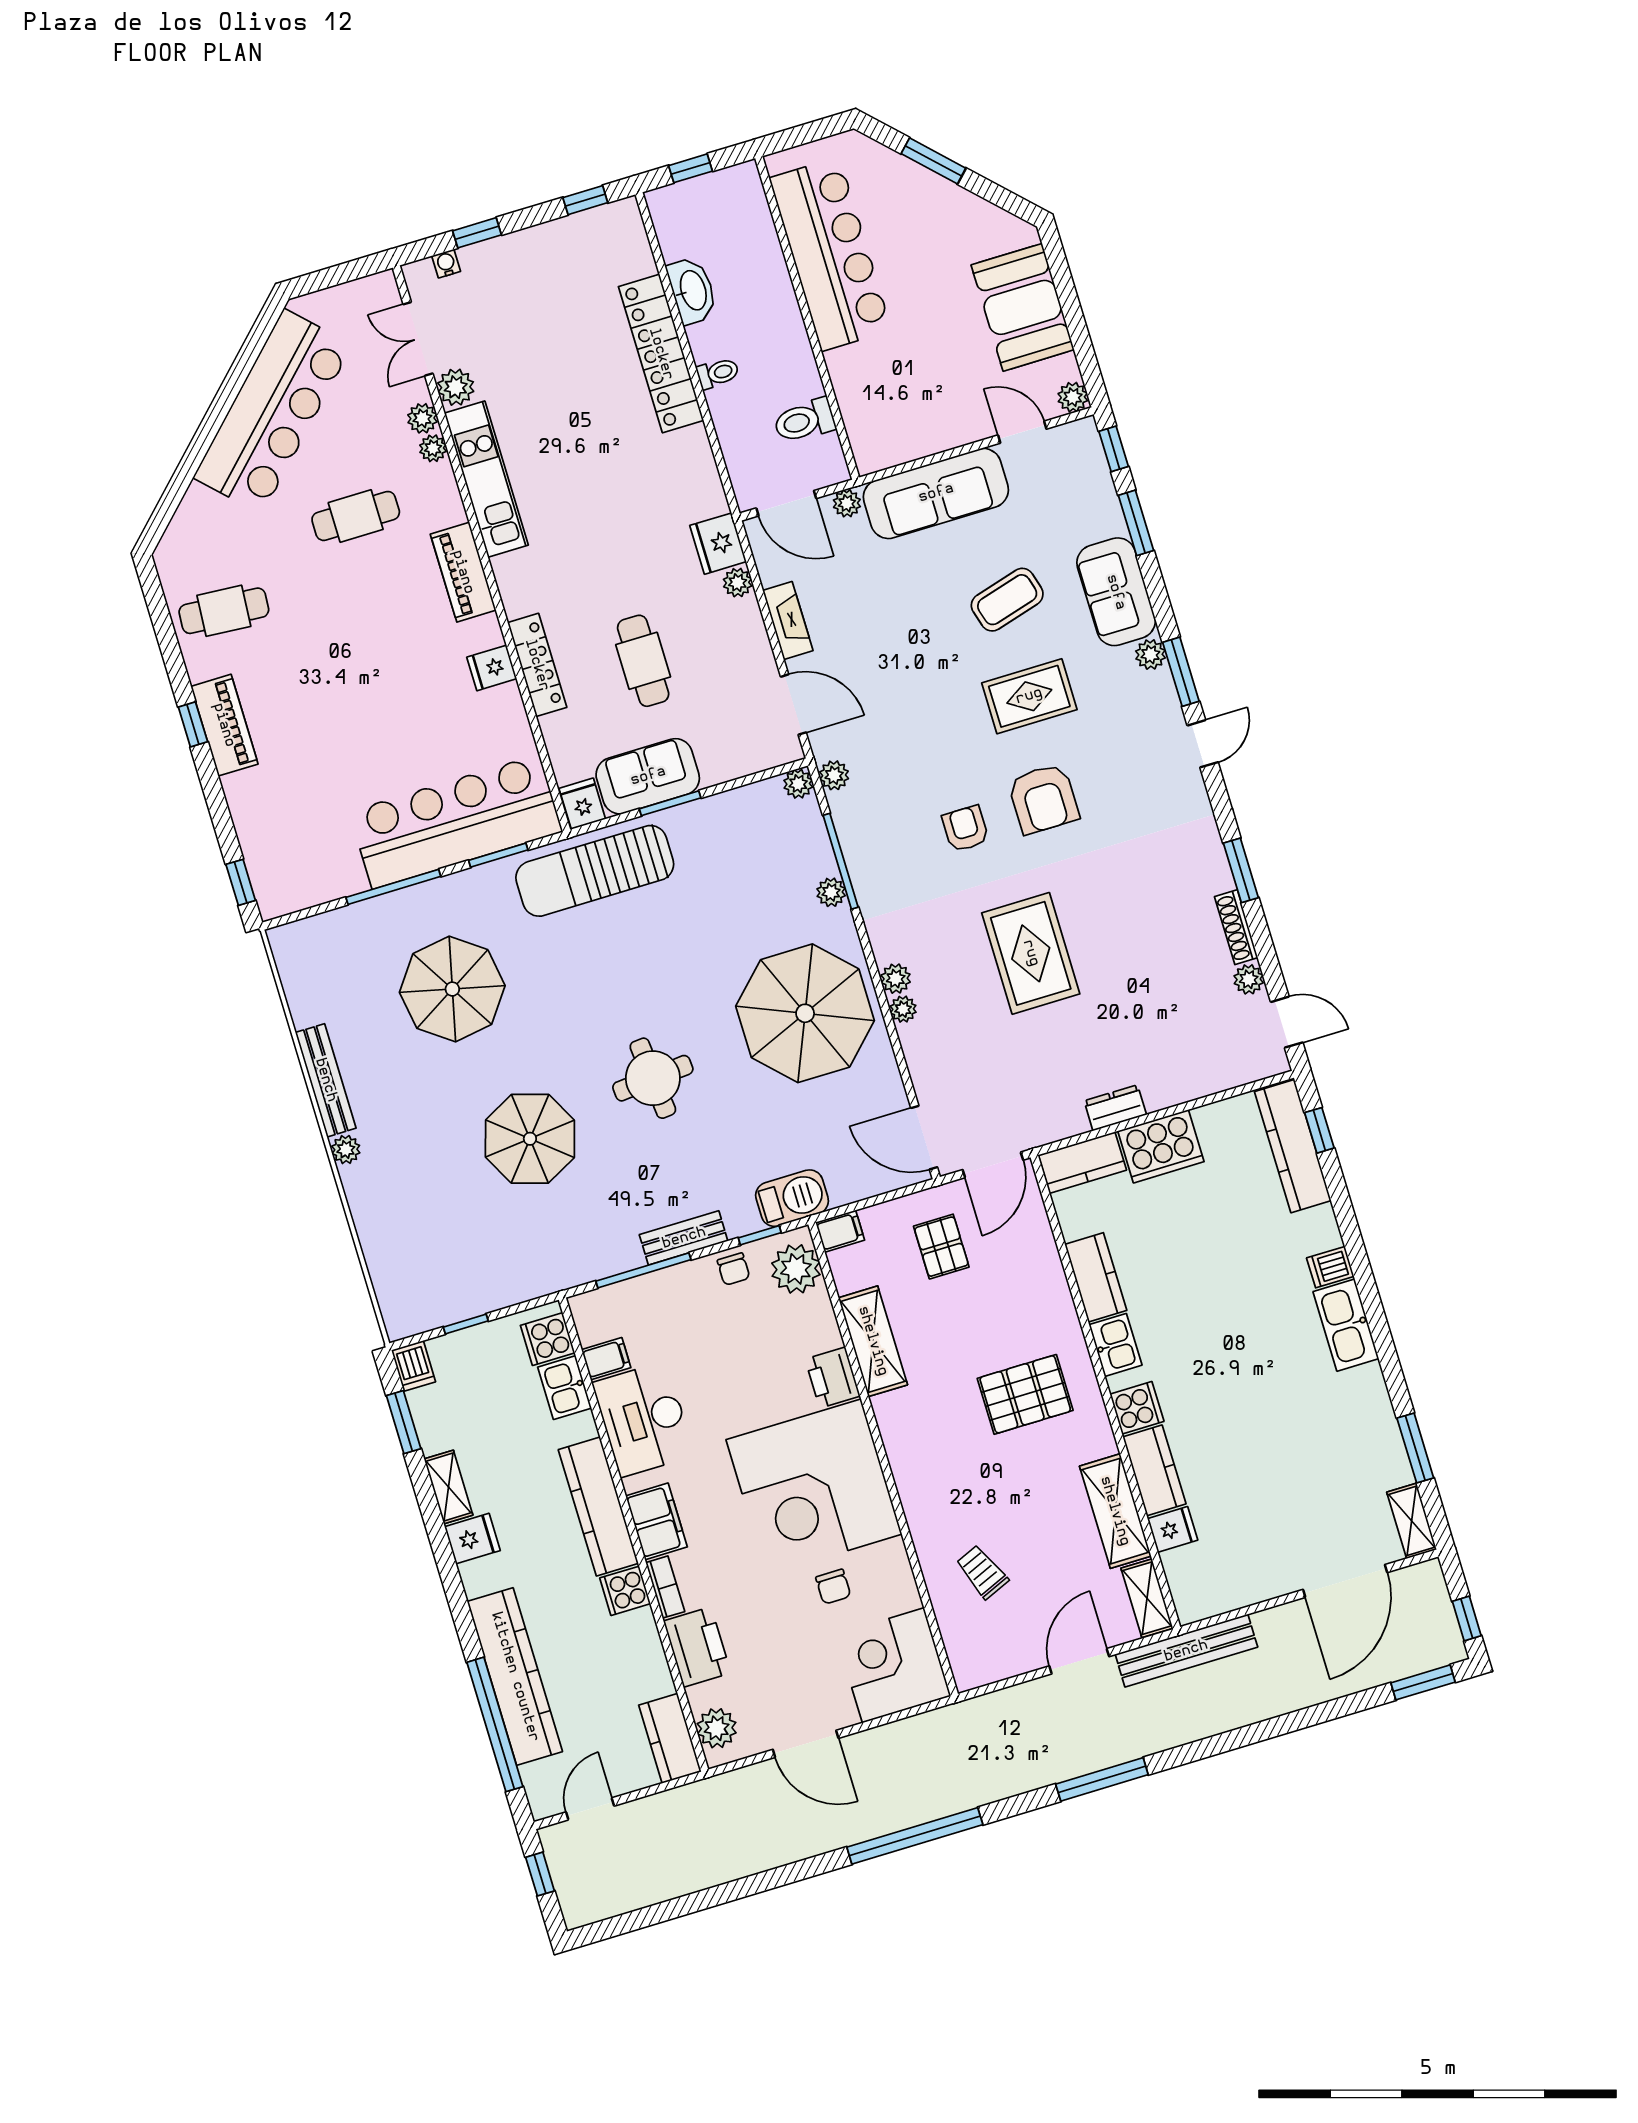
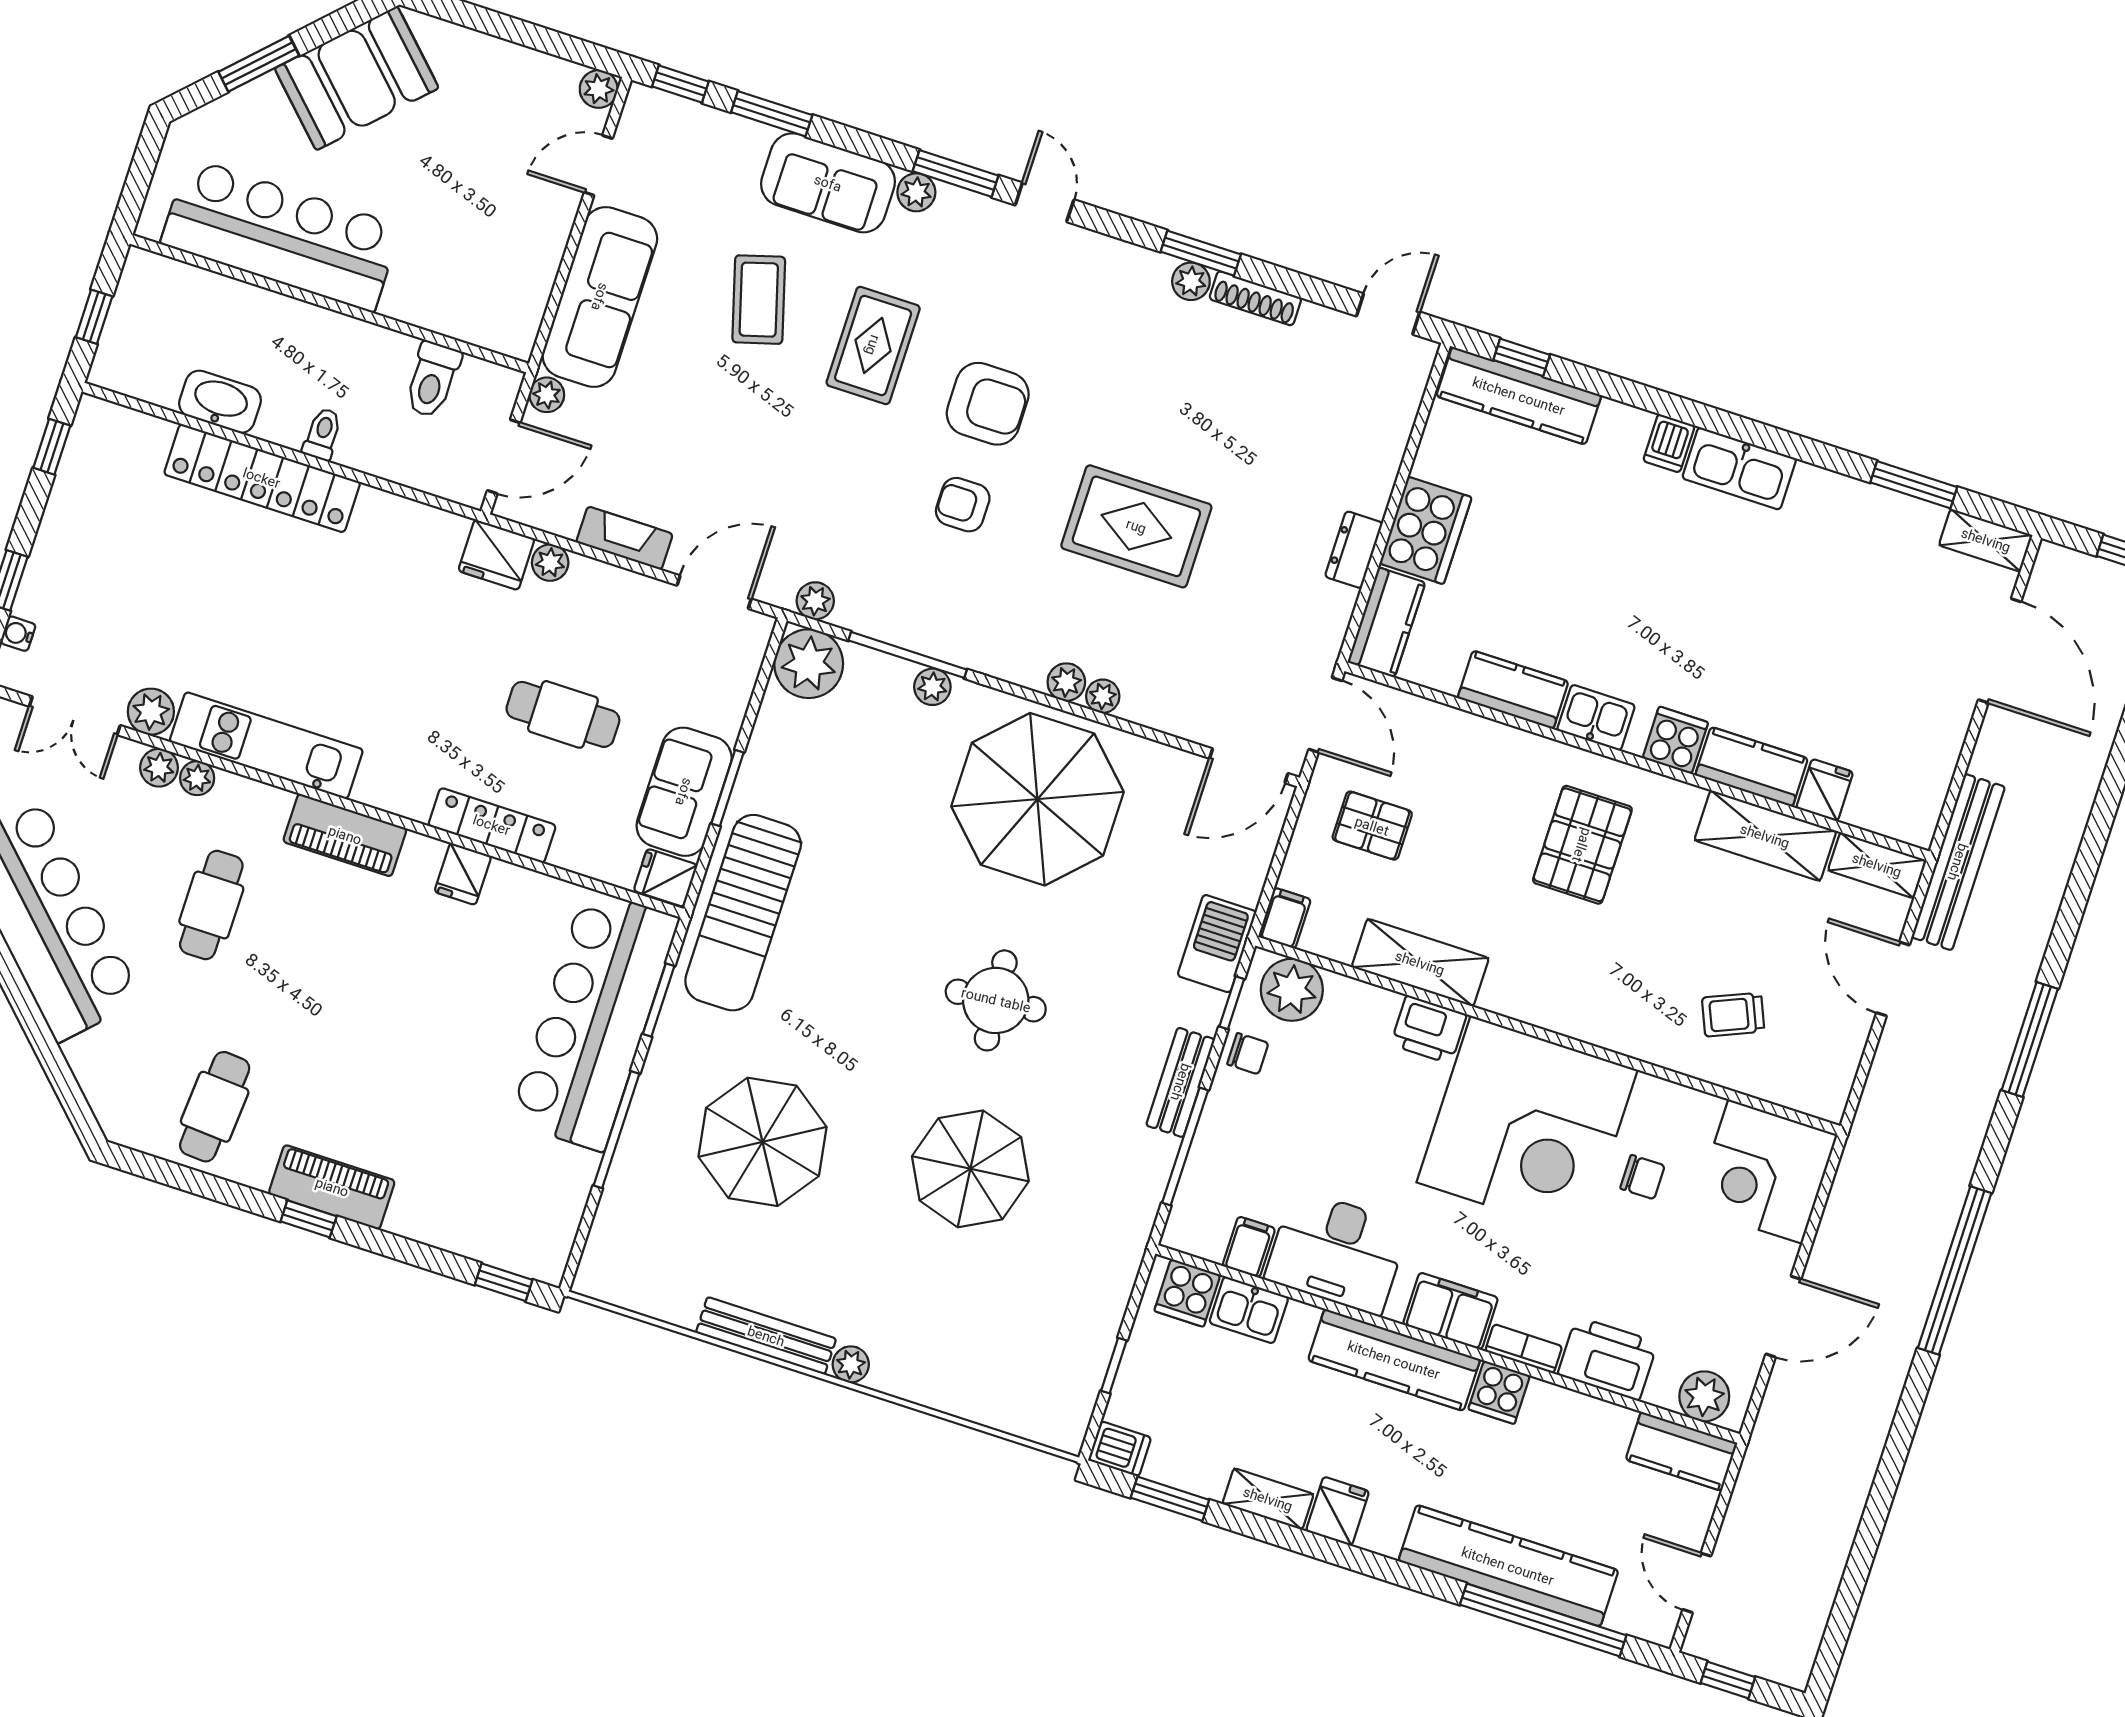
booth: (1023, 307) -> (357, 78), moved, turned -45
plant: (798, 784) -> (809, 664), width x1.88, depth x1.88
plant: (1249, 979) -> (1191, 281), moved

